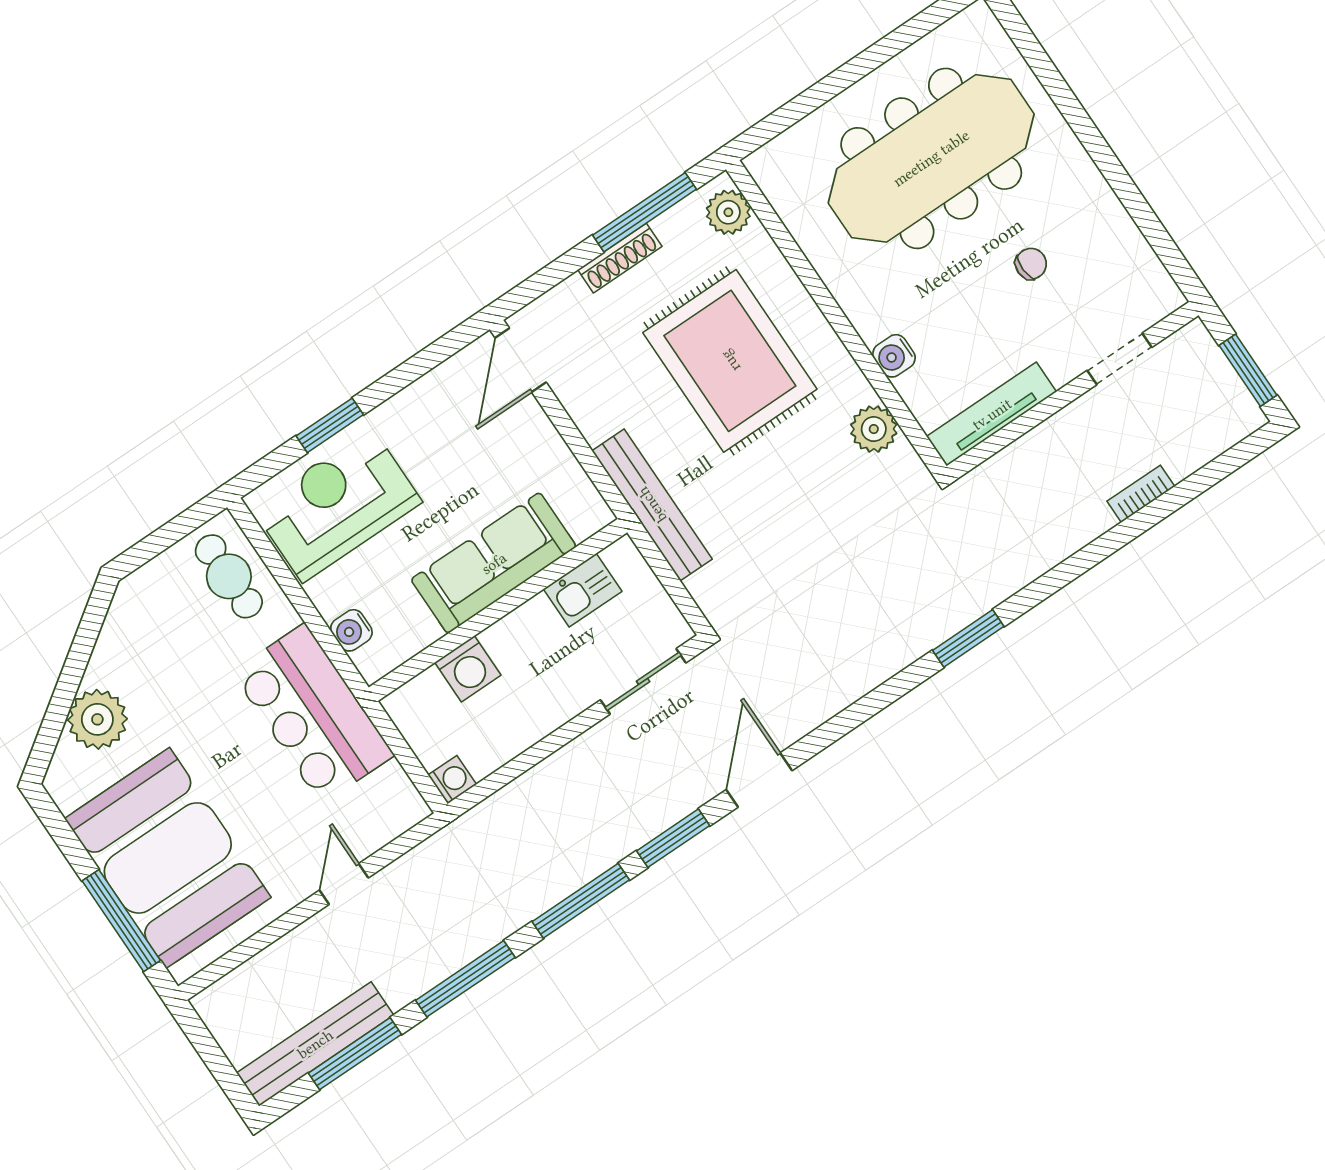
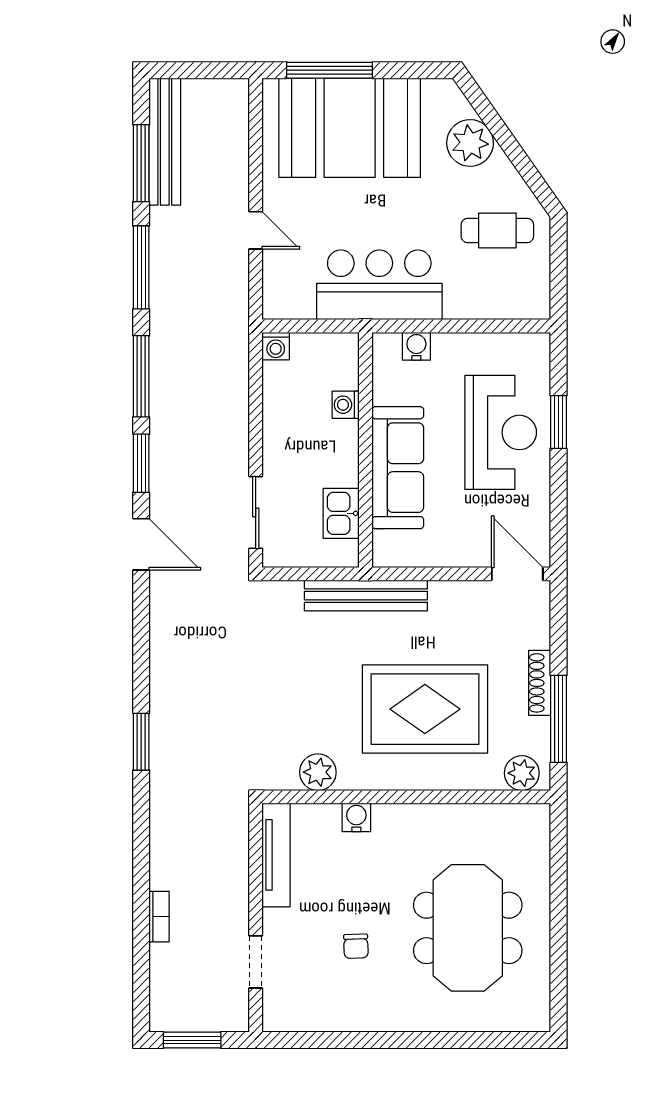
meeting table: (931, 158) -> (468, 928), width x0.73
reception desk: (337, 505) -> (501, 432), moved
cafe table: (229, 576) -> (497, 230), moved
washing machine: (468, 669) -> (346, 405), width x0.73, depth x0.73

